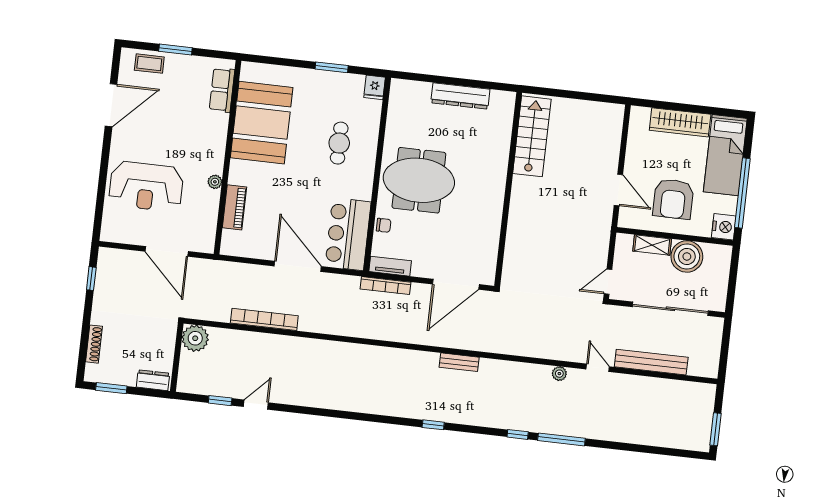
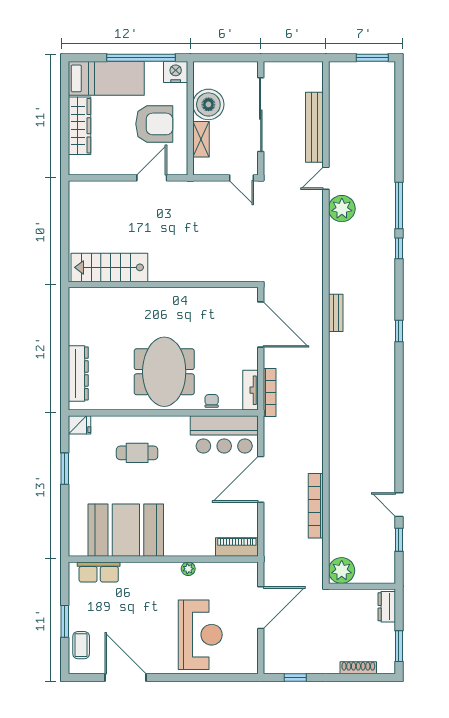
dresser: (460, 96) -> (78, 373), moved
piano: (234, 207) -> (237, 547), moved
plant: (559, 374) -> (342, 209), width x1.88, depth x1.88

